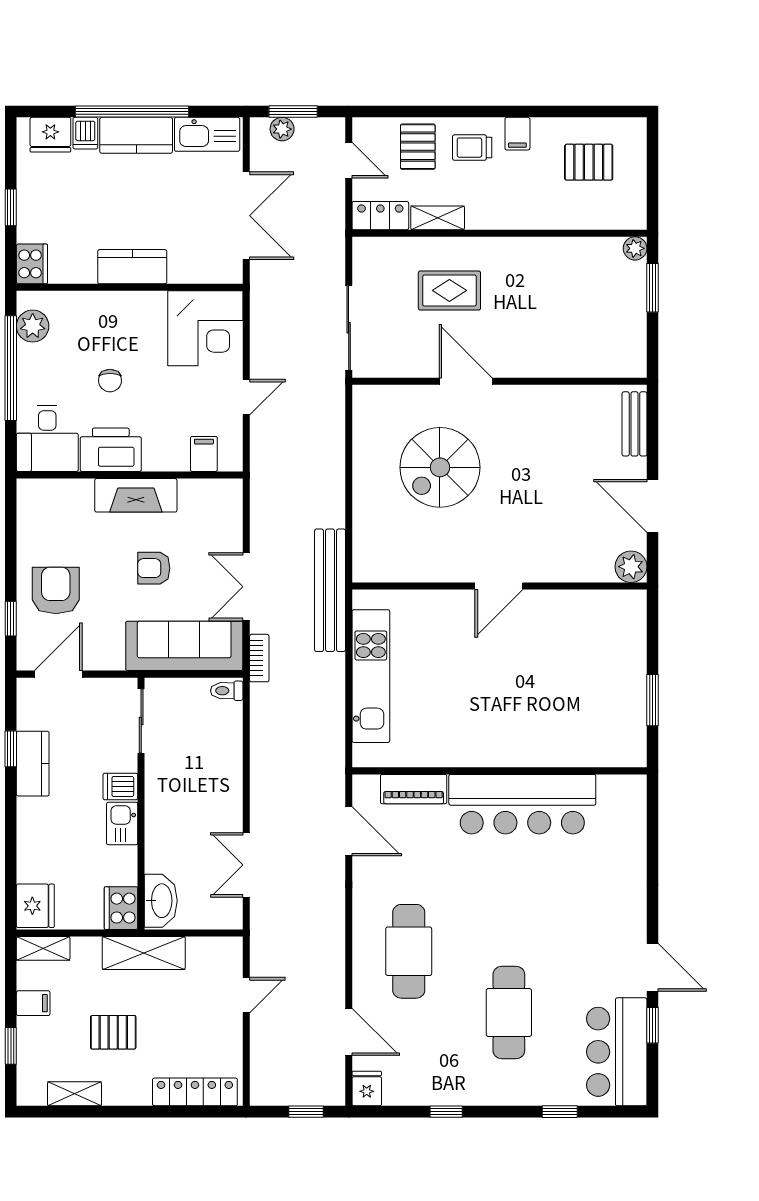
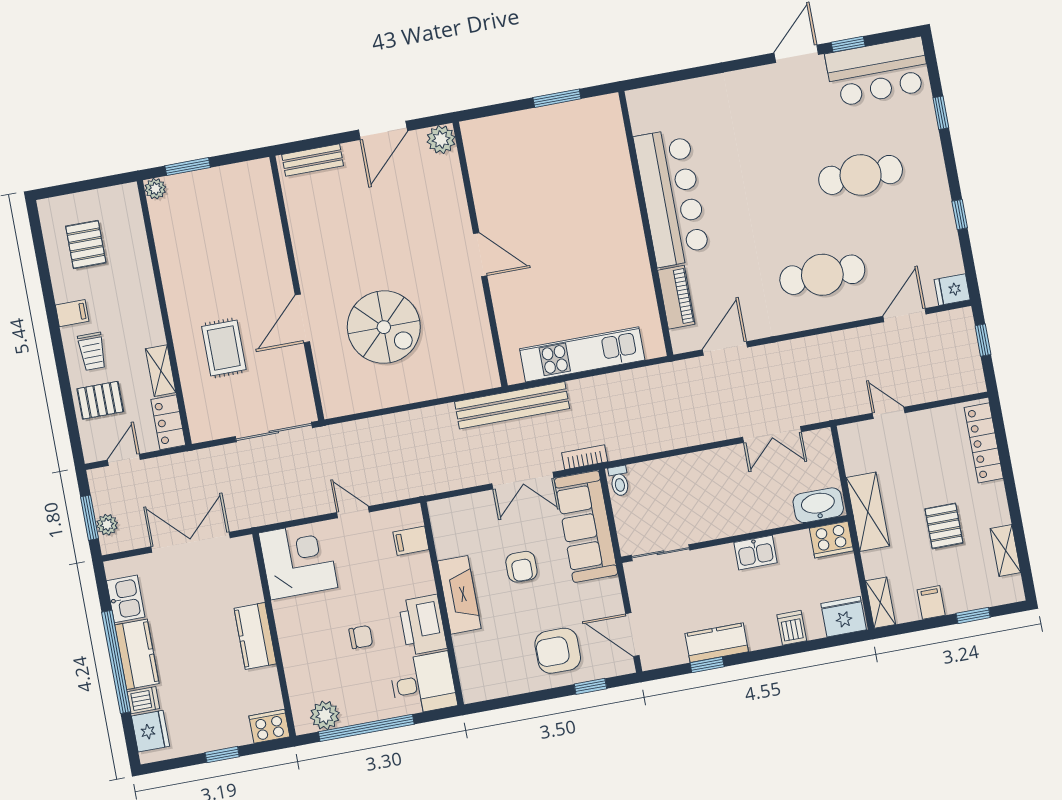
kitchen sink: (207, 134) -> (126, 599), width x0.73
dishwasher: (120, 786) -> (792, 628), moved, turned 180

